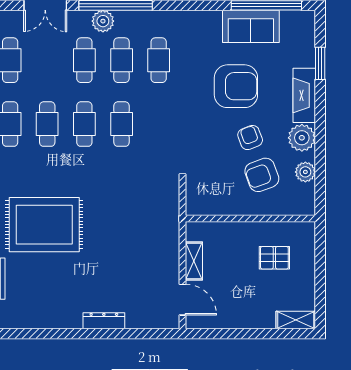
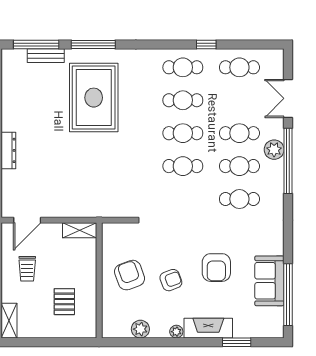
armchair: (236, 86) -> (216, 268), width x0.73, depth x0.73
plant: (302, 138) -> (176, 332), width x0.53, depth x0.53
armchair: (262, 175) -> (130, 275), moved
shelving: (194, 261) -> (80, 230), moved
trolley: (237, 300) -> (27, 269), added

